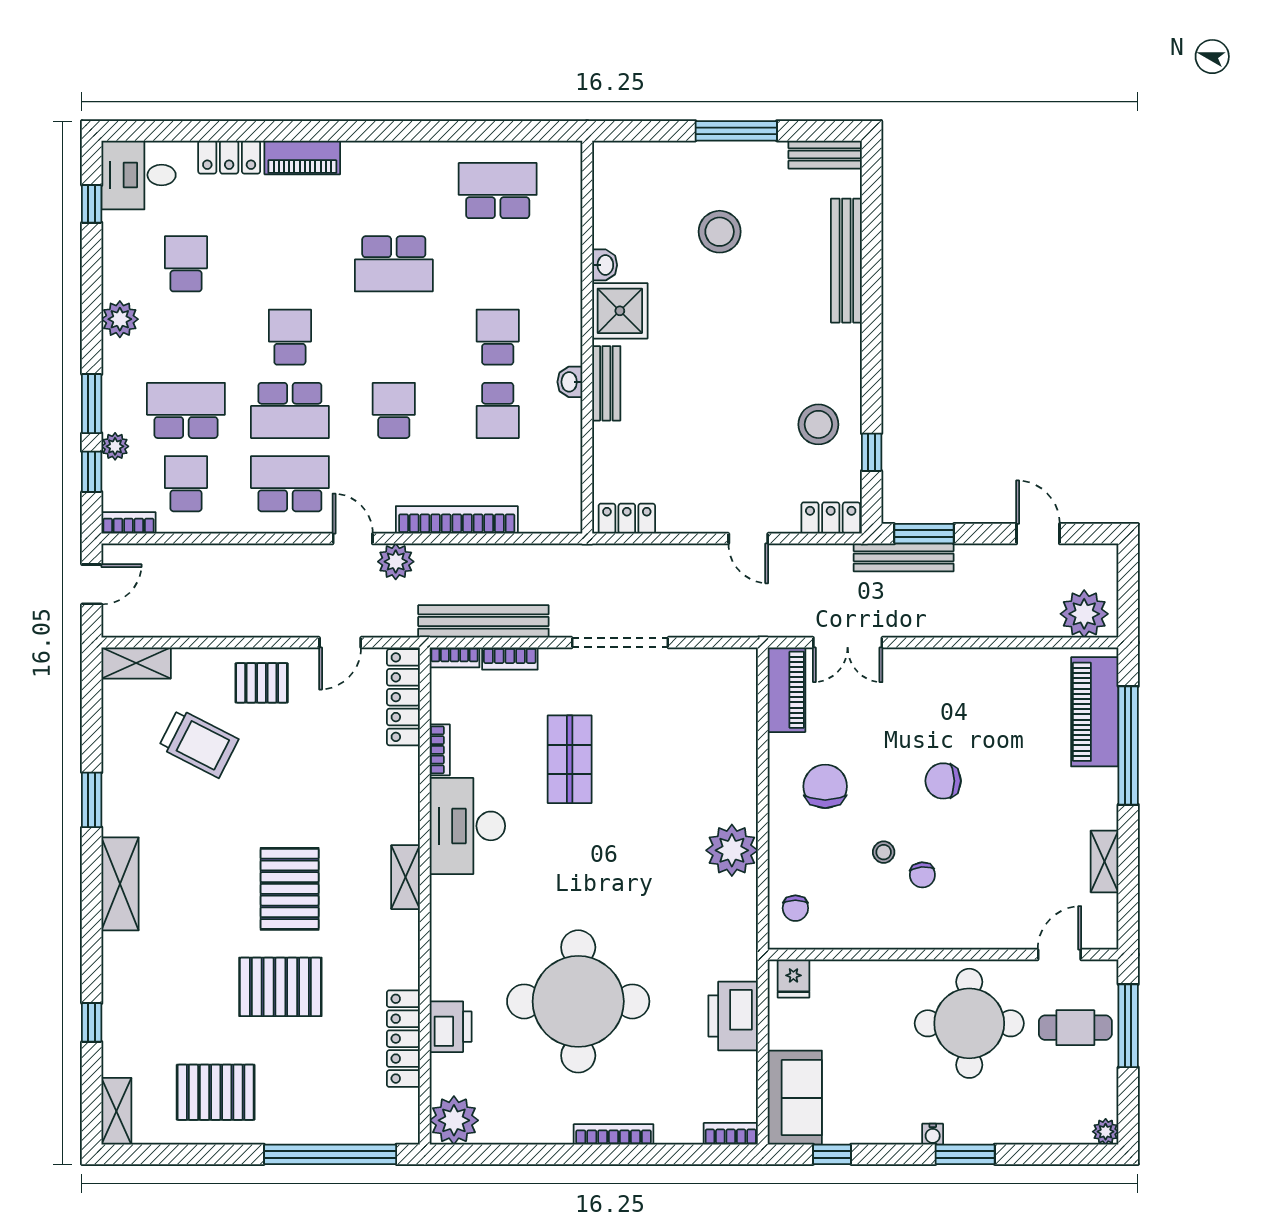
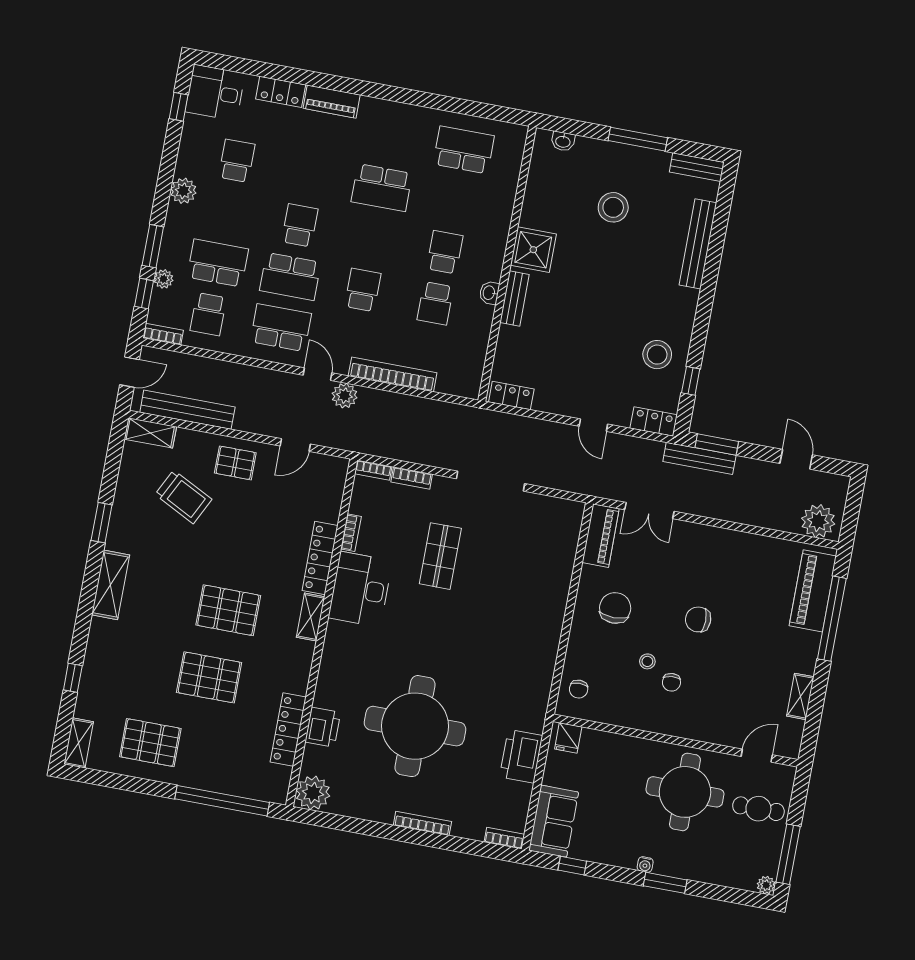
washbasin: (605, 265) -> (563, 141), moved, turned 90
school desk: (186, 484) -> (208, 314), turned 180
bench: (483, 621) -> (187, 410), moved
locker: (403, 697) -> (320, 558), moved
plant: (732, 850) -> (542, 640), removed
pallet: (290, 889) -> (228, 610), turned 90
window: (1128, 1026) -> (788, 854), moved

